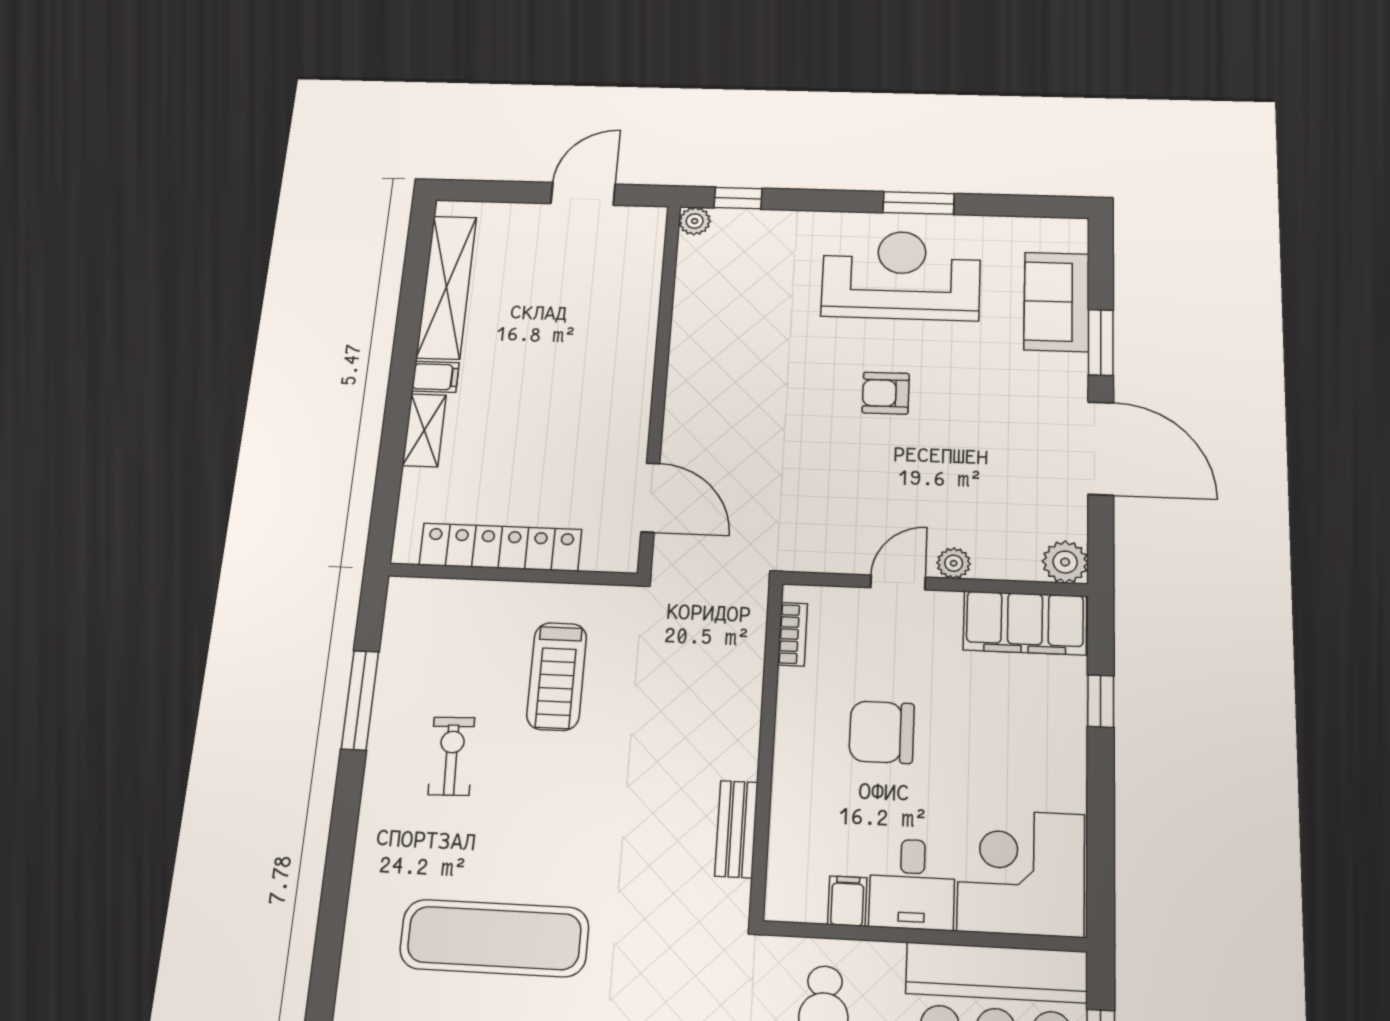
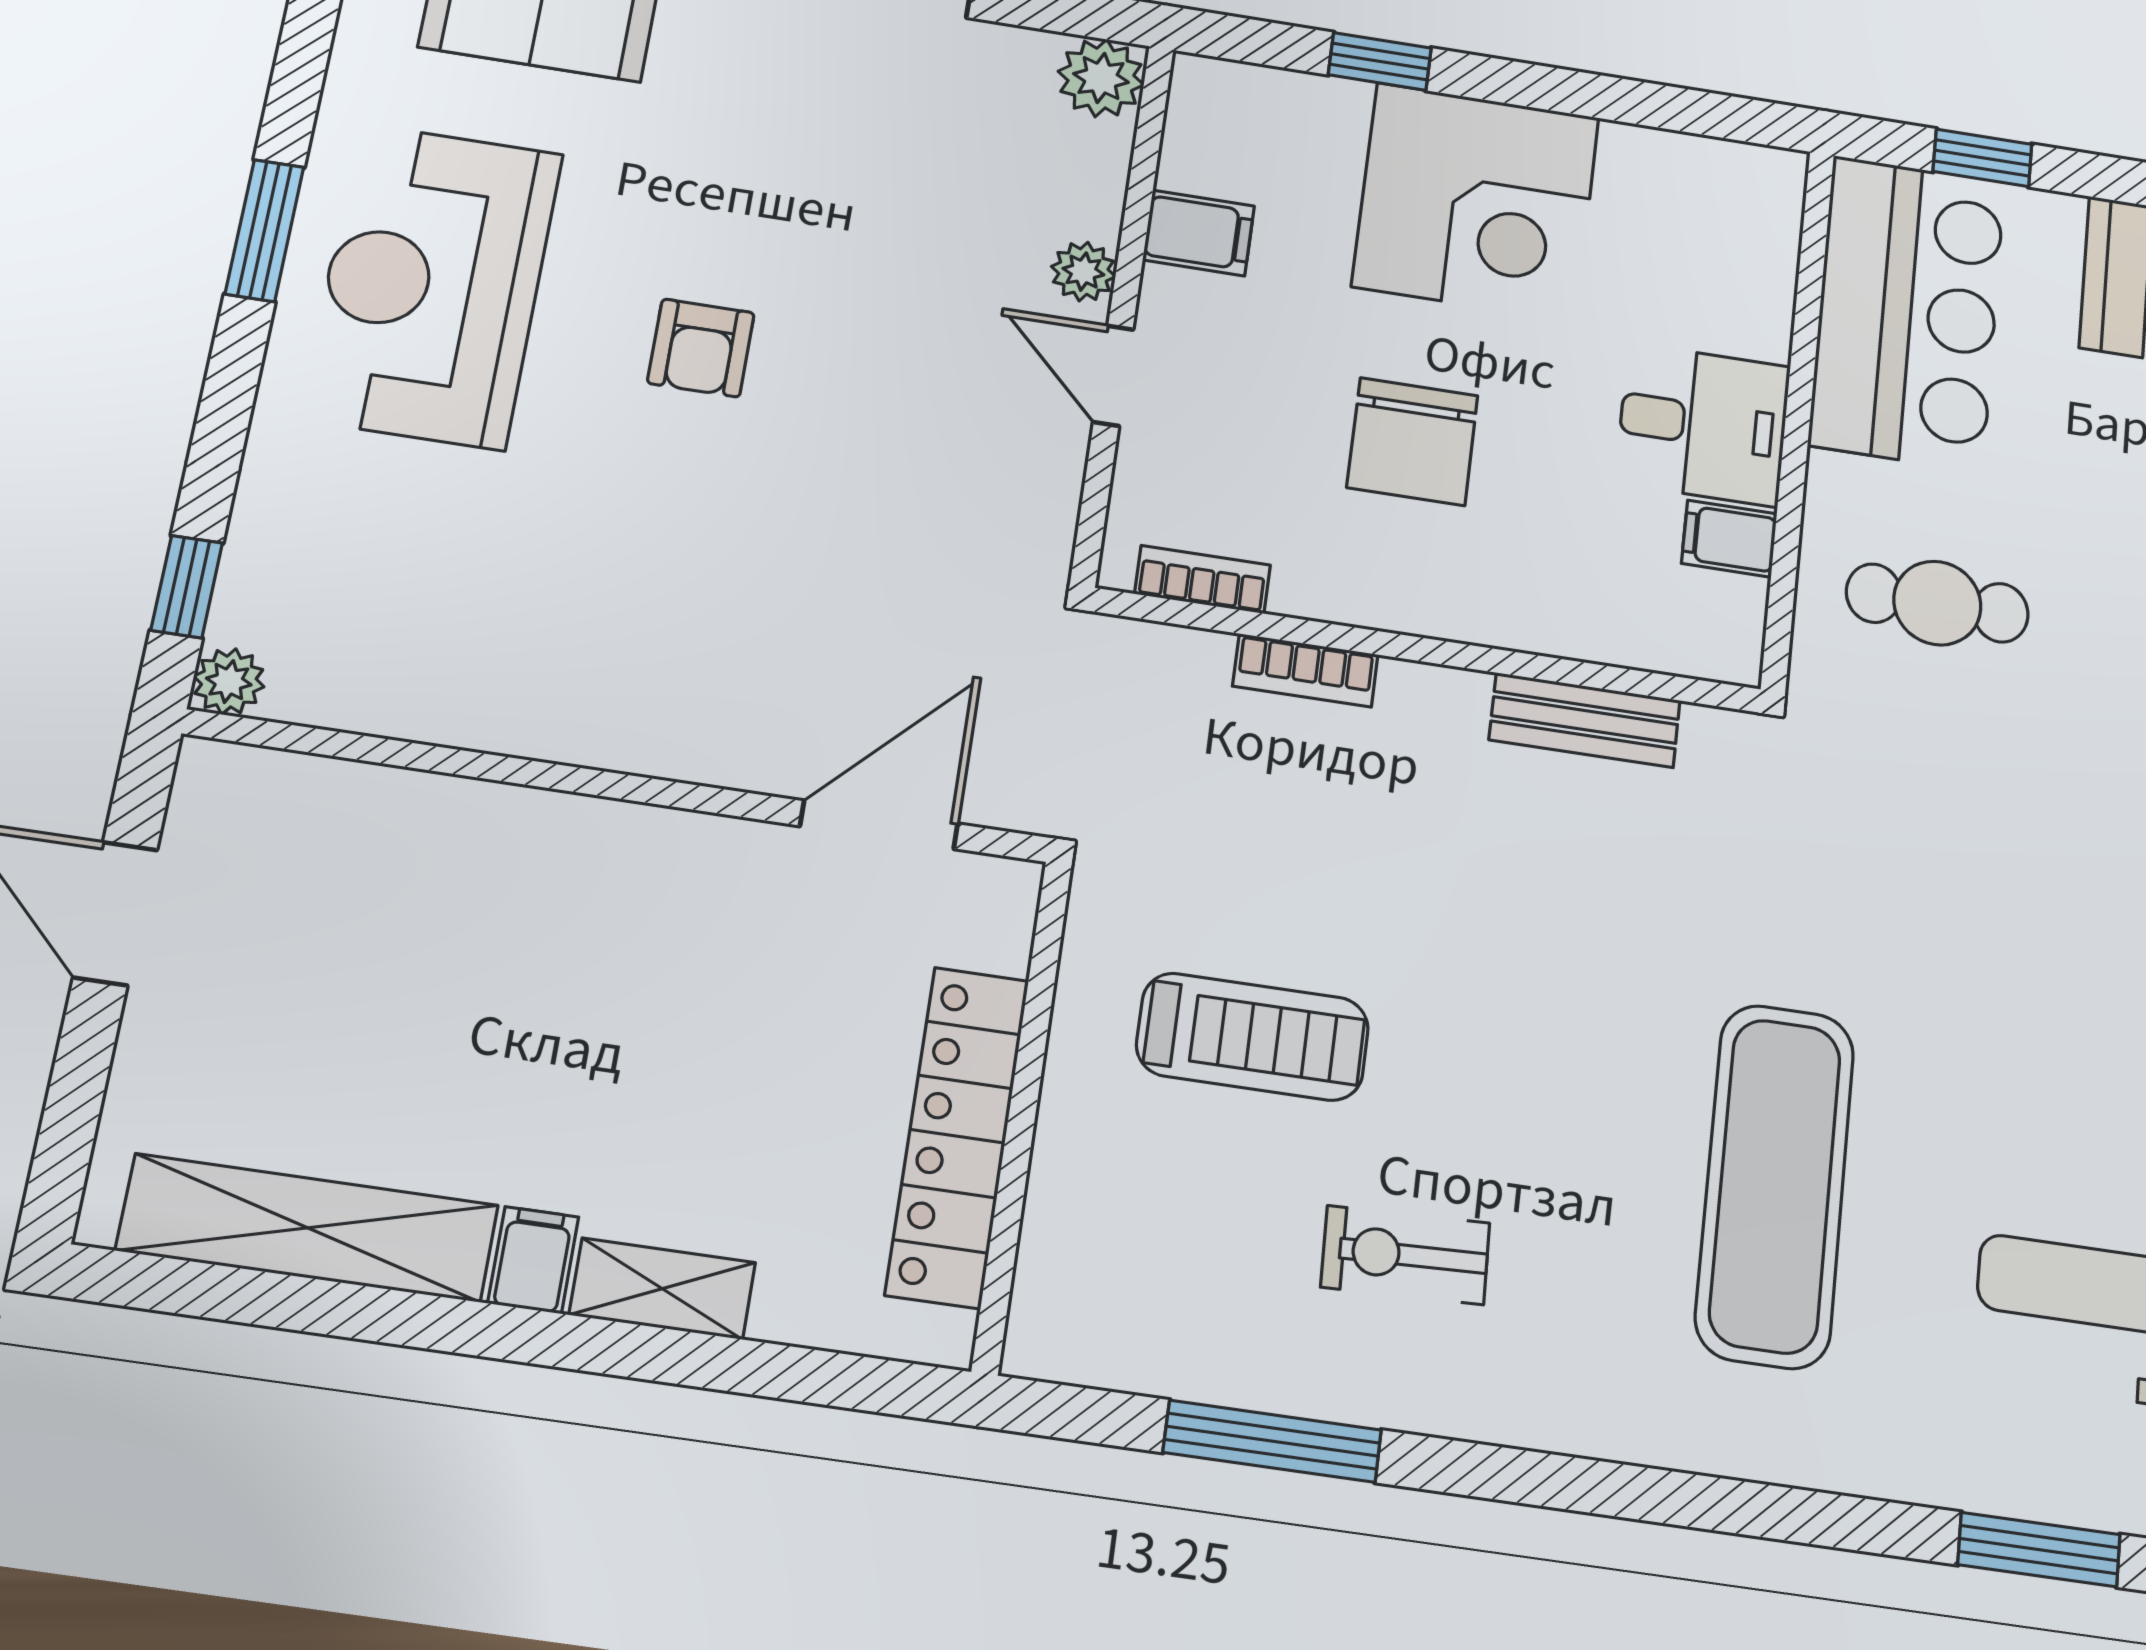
filing cabinet: (1025, 623) -> (1199, 233), width x0.33, depth x0.86
bookcase: (749, 687) -> (1305, 670), added
corner desk: (1021, 872) -> (1476, 202), moved, turned -90

